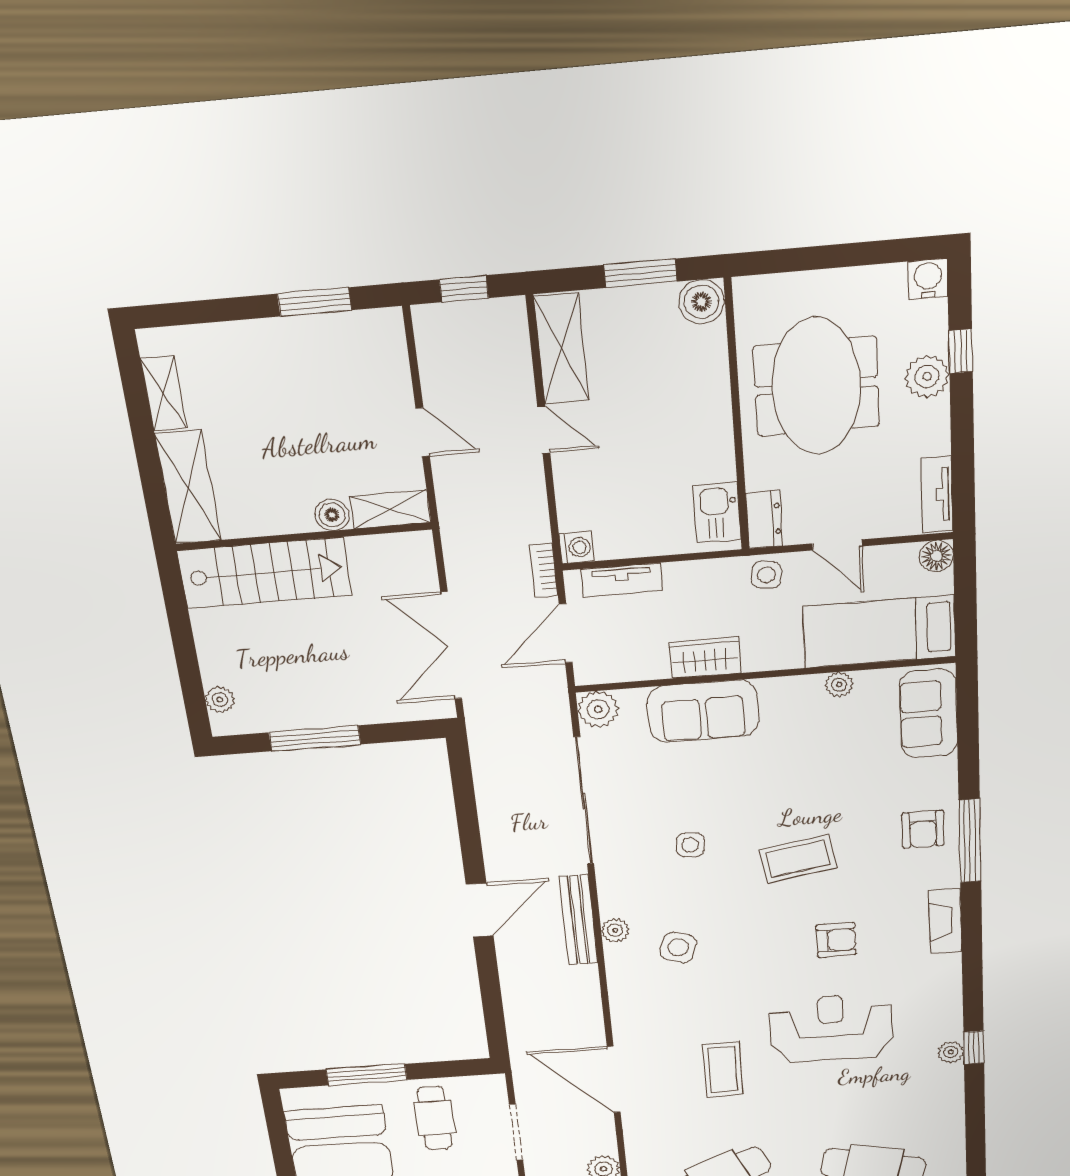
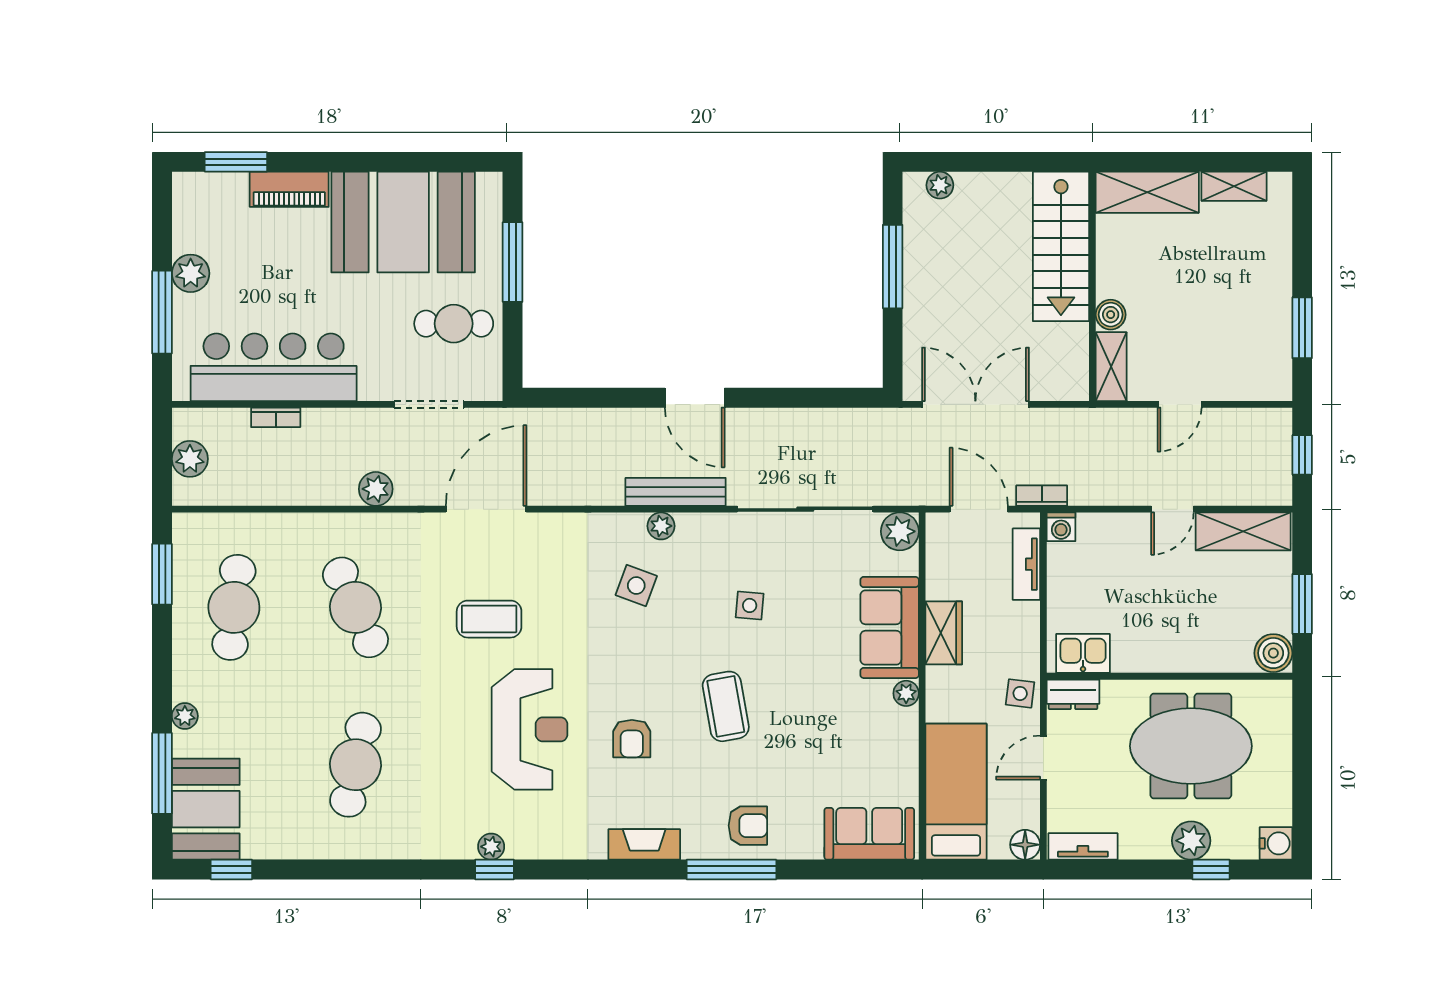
plant: (839, 684) -> (906, 693), moved
armchair: (923, 829) -> (748, 826), turned 180

